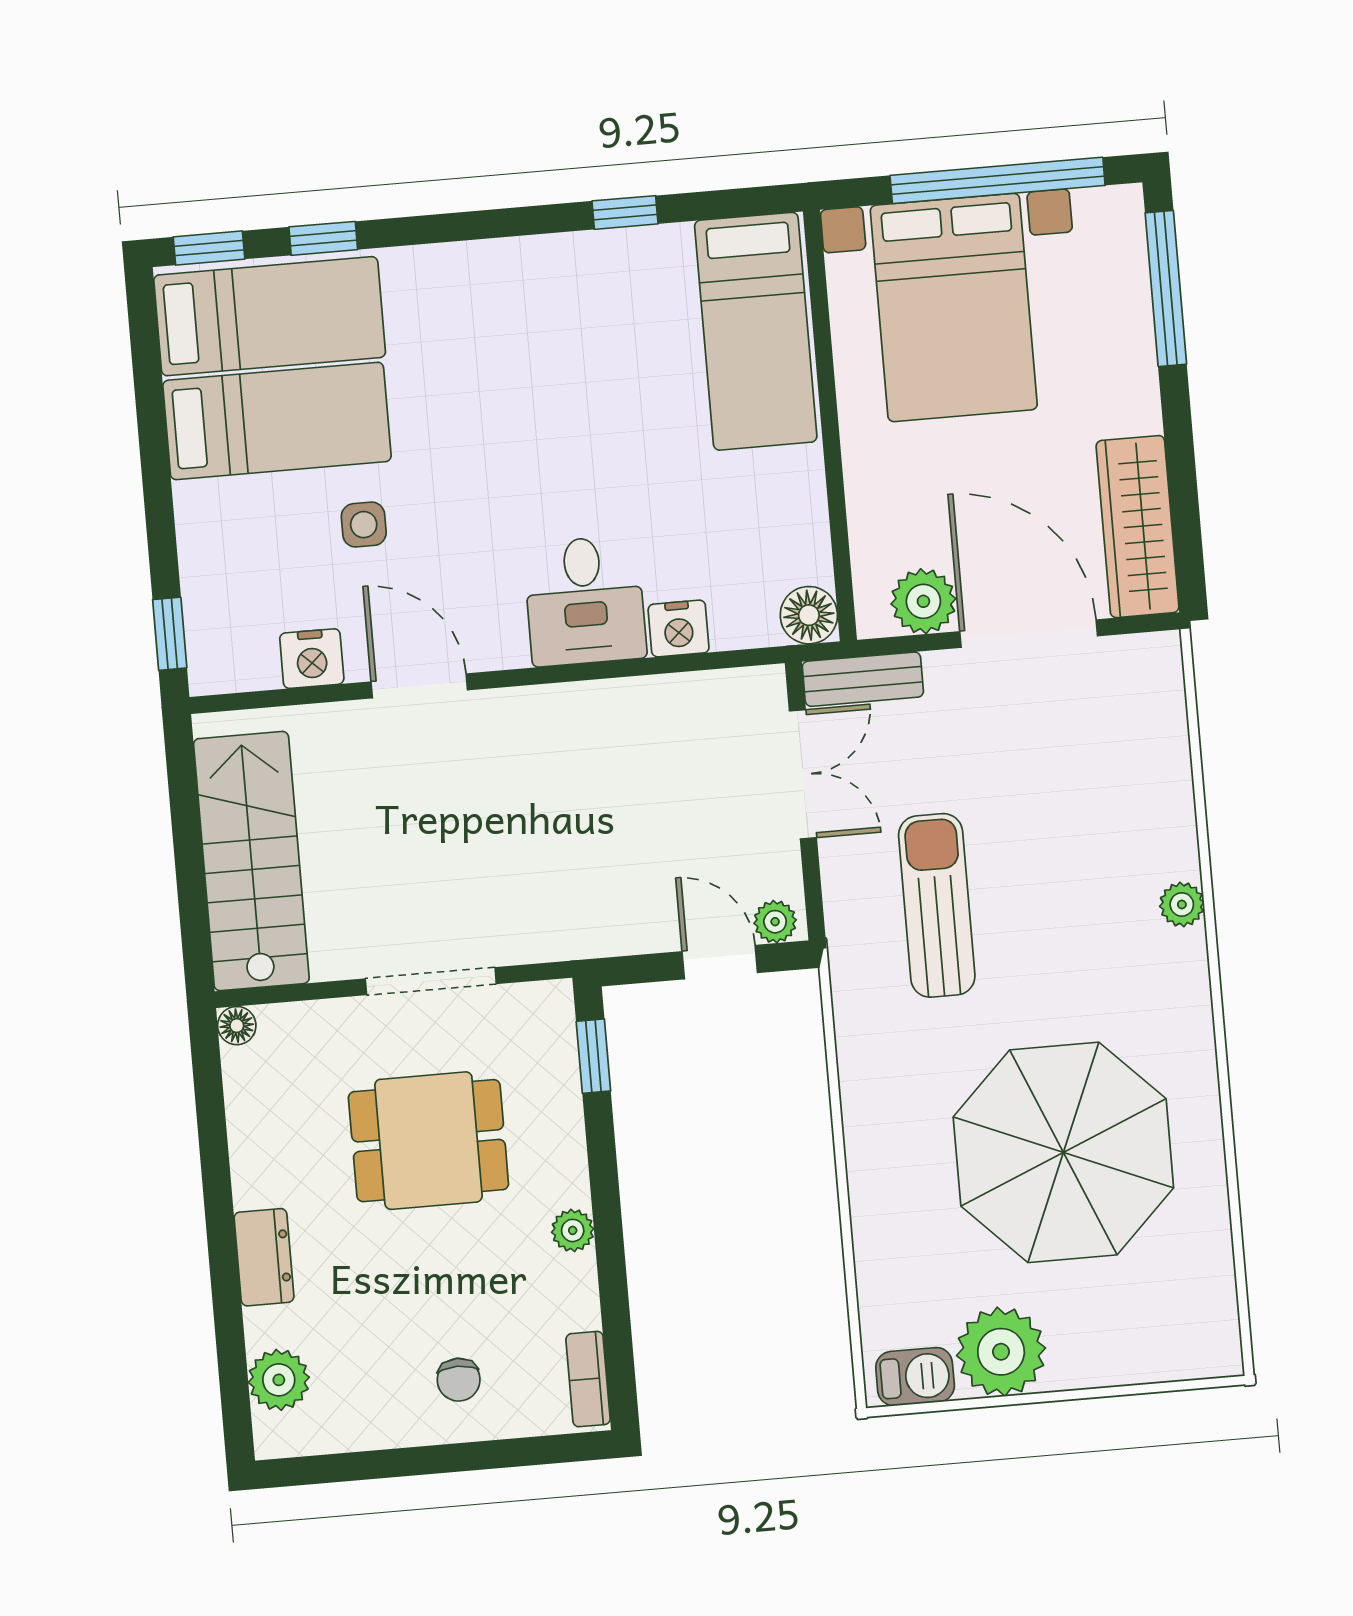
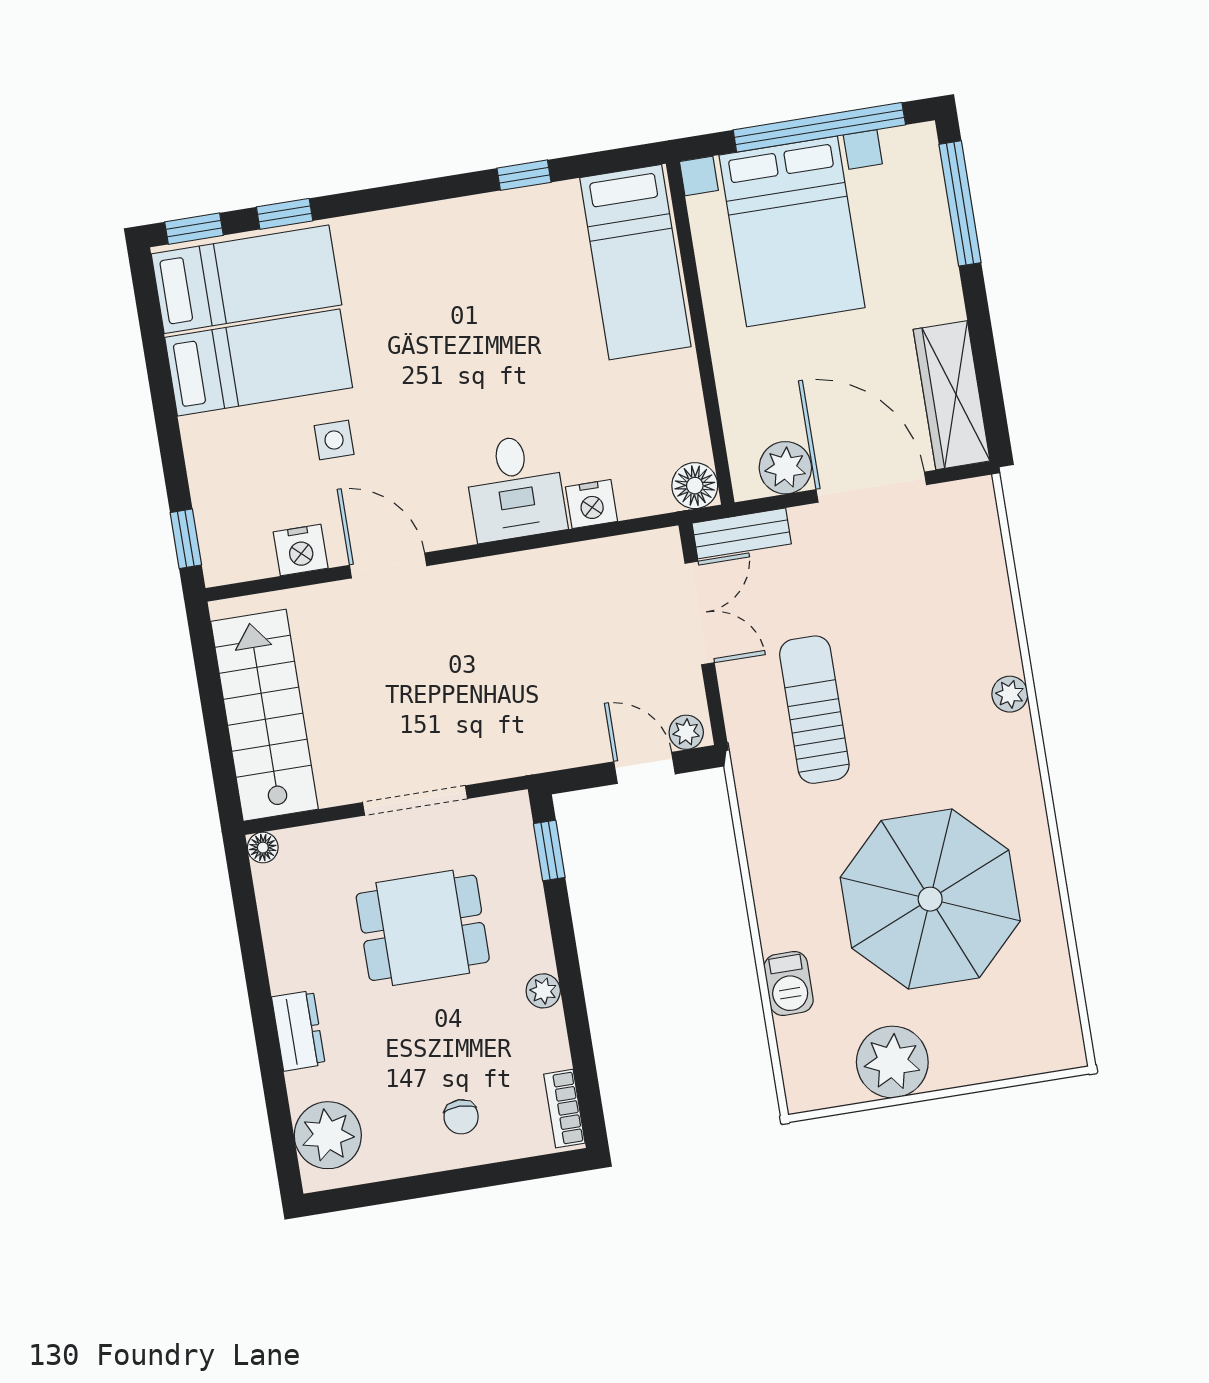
barbecue: (915, 1377) -> (789, 983), moved, turned 90
plant: (279, 1380) -> (328, 1135), width x1.36, depth x1.36

